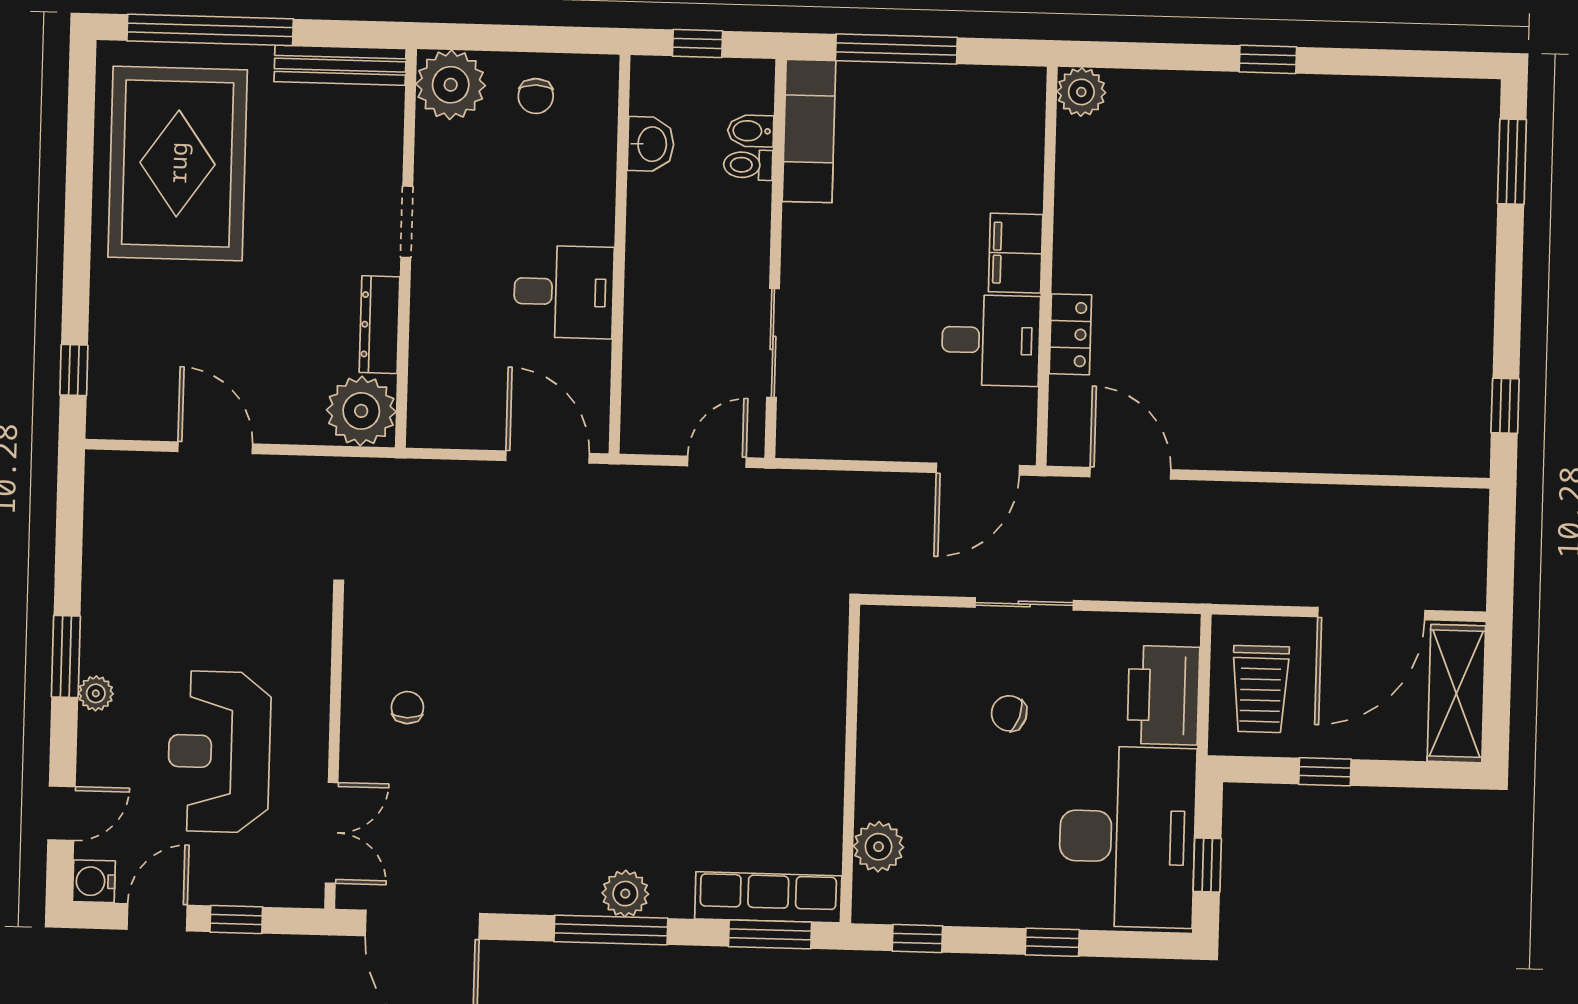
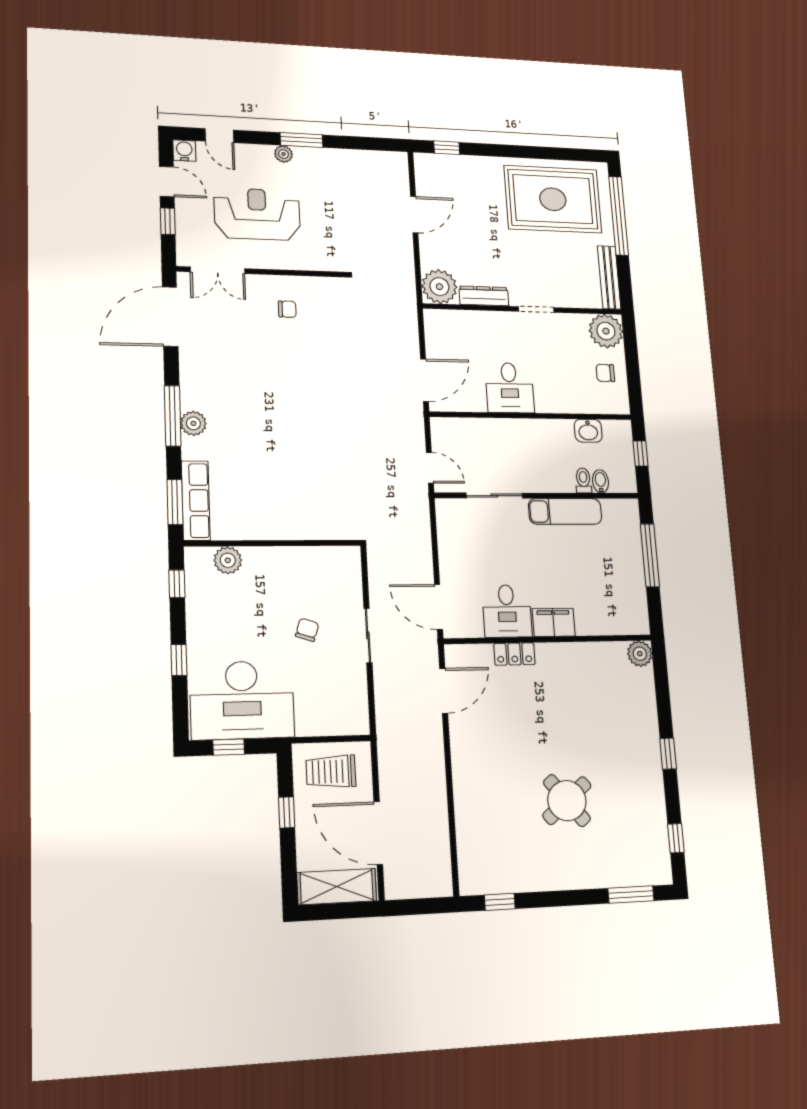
window: (1420, 64) -> (676, 838), added
exam couch: (809, 131) -> (565, 511), moved
round table: (1339, 263) -> (567, 801), added
printer: (1163, 695) -> (323, 716), removed

